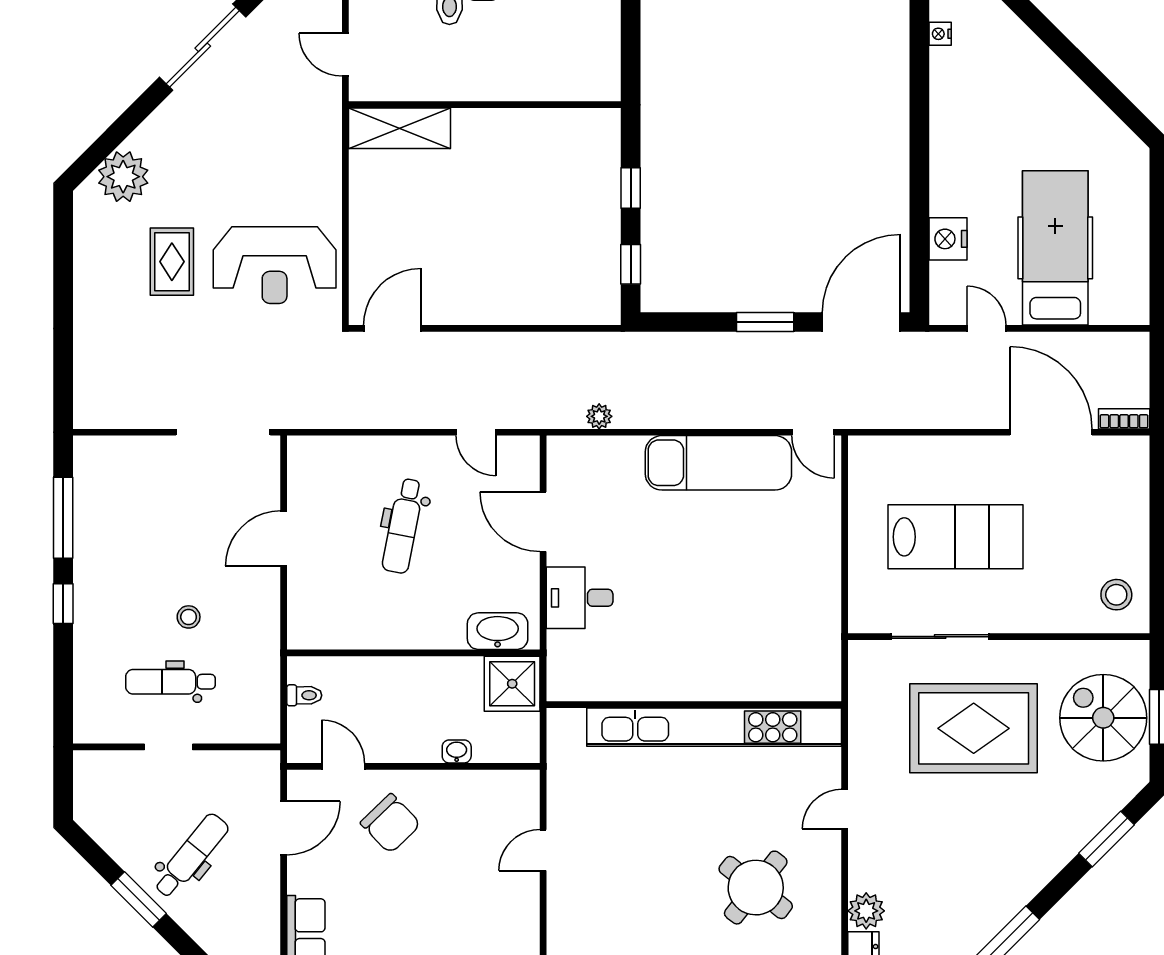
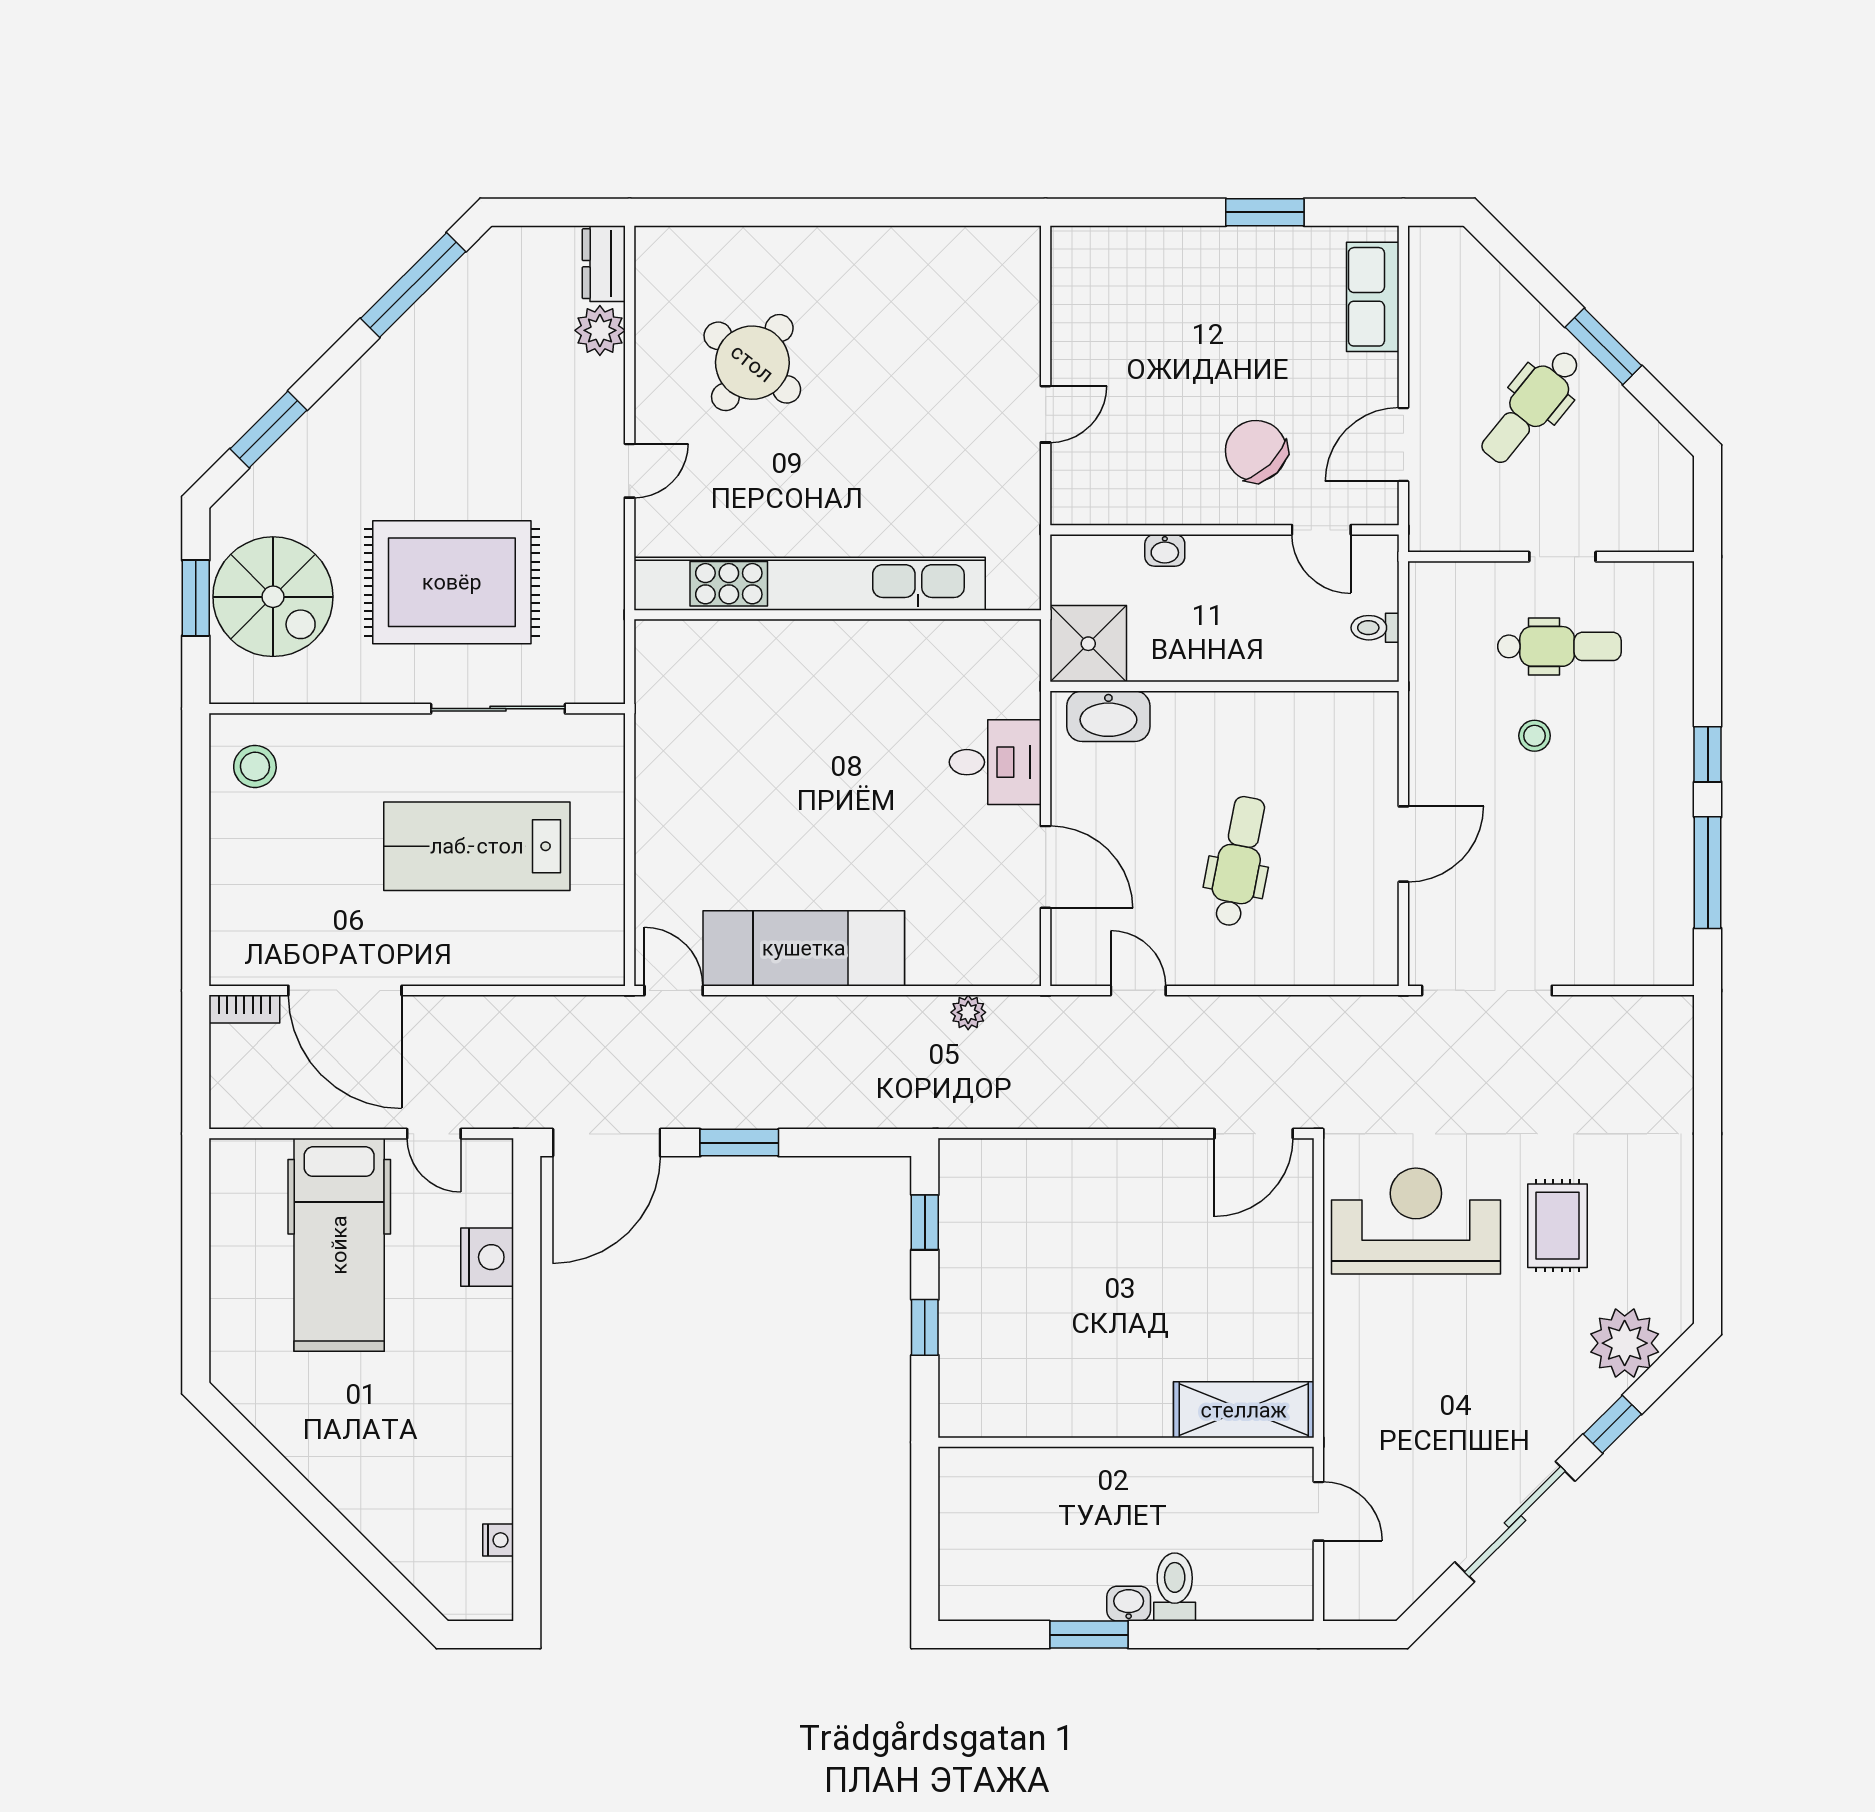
window: (132, 118) -> (1612, 1424), added

